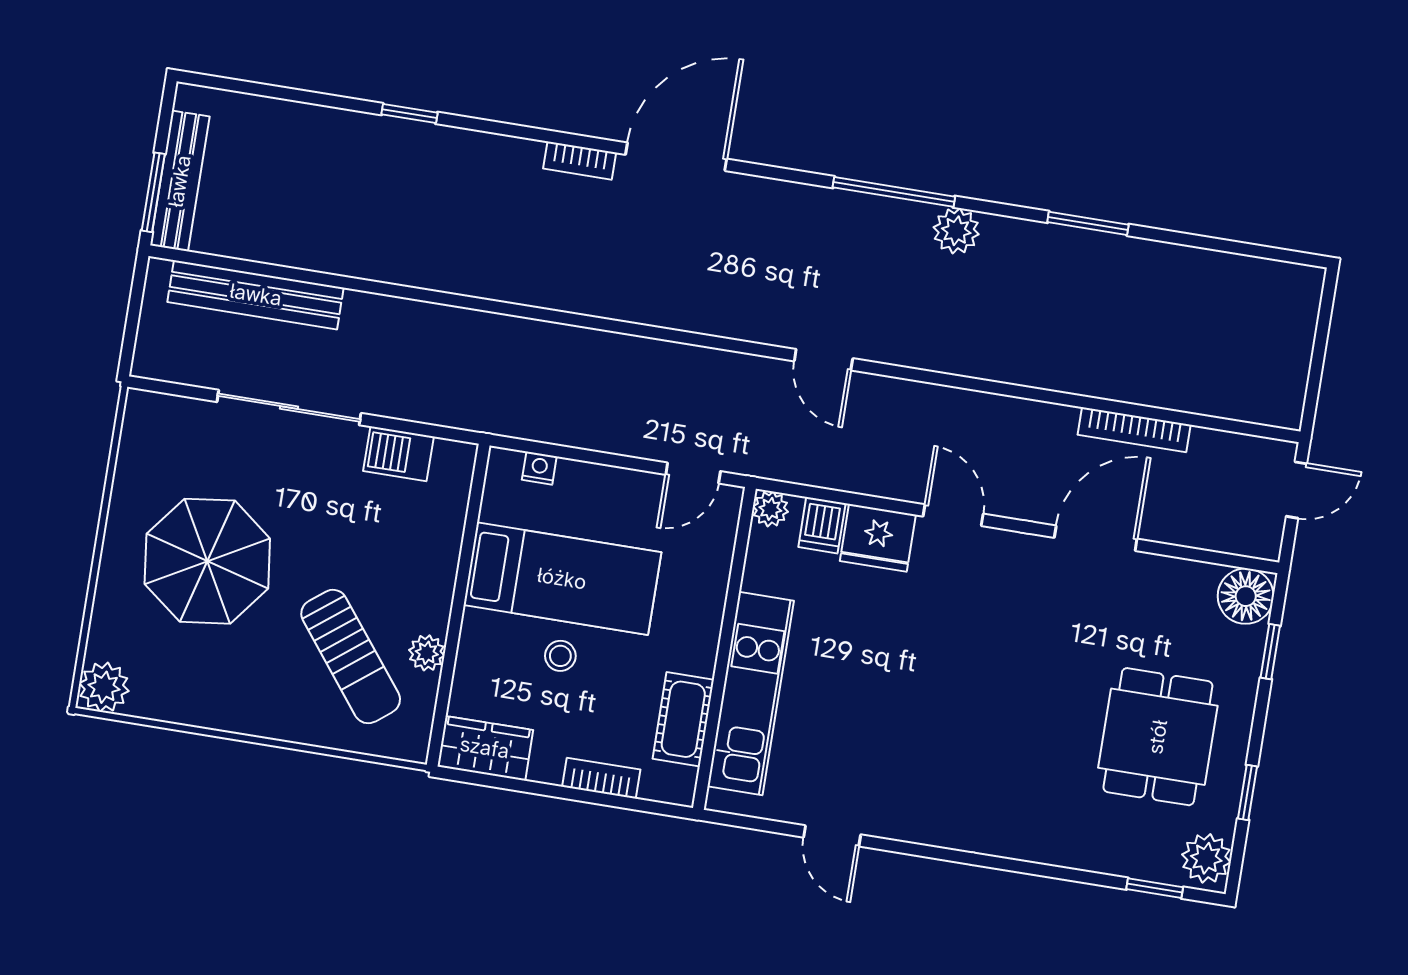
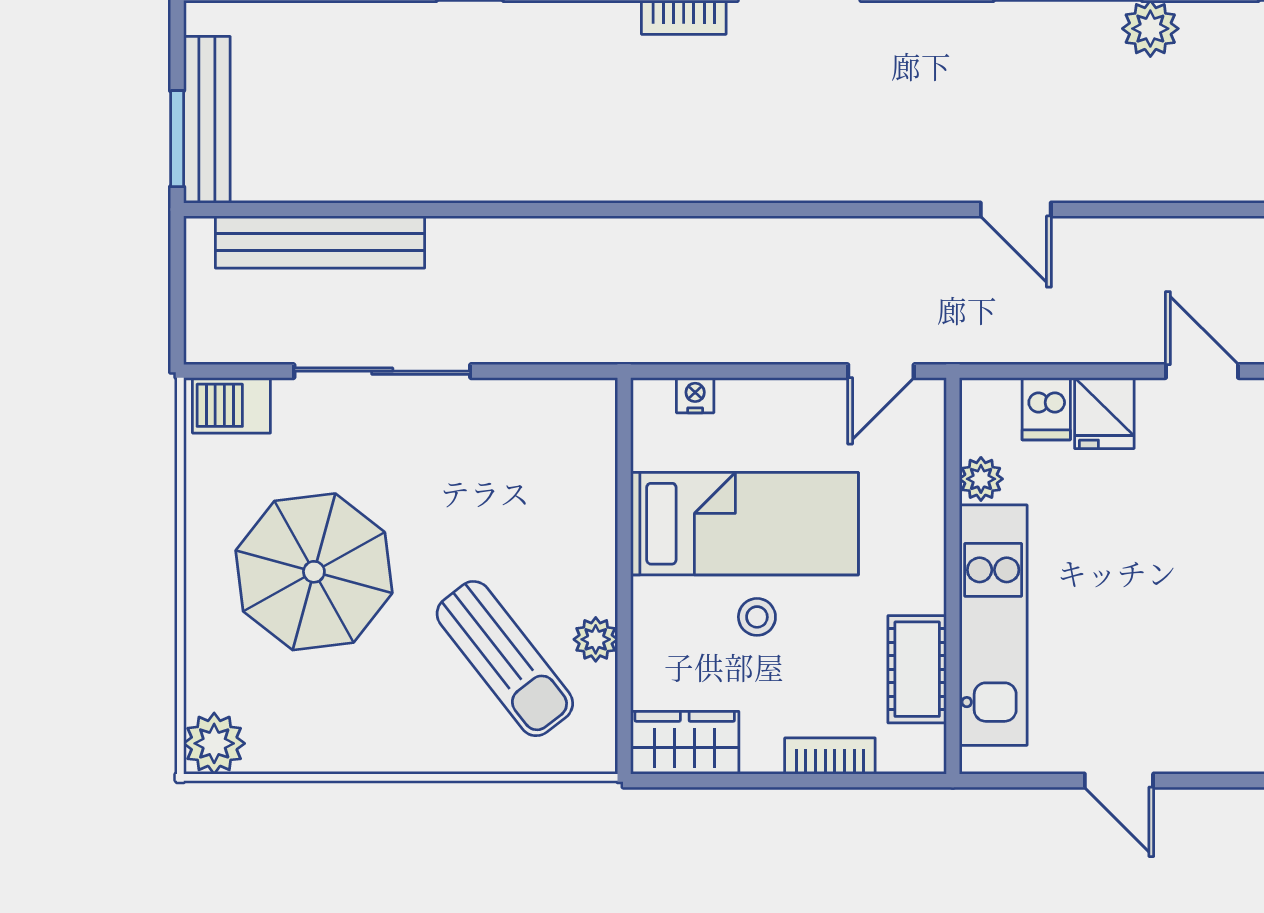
barbecue: (398, 454) -> (231, 405), moved
plant: (770, 509) -> (981, 479), moved
fridge: (878, 538) -> (1104, 413), width x0.72

